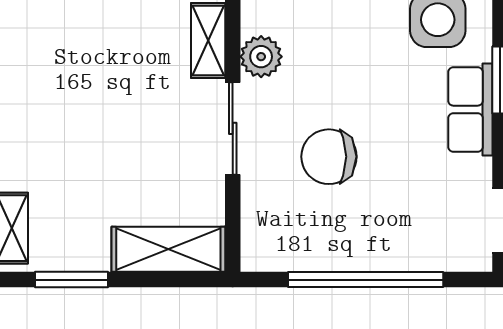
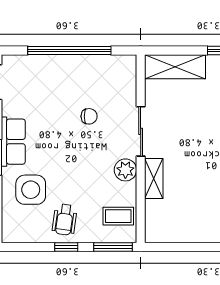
chair: (329, 157) -> (89, 116), width x0.54, depth x0.54

